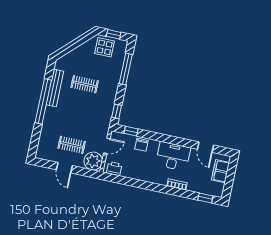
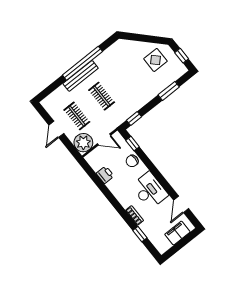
display table: (105, 47) -> (155, 60), moved
window: (126, 69) -> (169, 91), width x0.69
clothes rail: (85, 84) -> (102, 96), moved
bench: (55, 88) -> (81, 76), moved
printer: (114, 169) -> (105, 175), moved
window: (205, 198) -> (140, 234), moved

